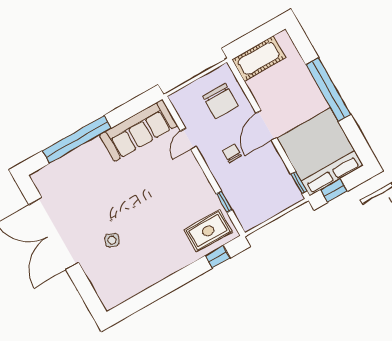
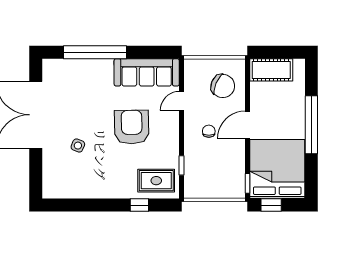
chair: (220, 101) -> (223, 86), turned -67
armchair: (154, 192) -> (132, 127), added
window: (218, 257) -> (139, 205), moved

